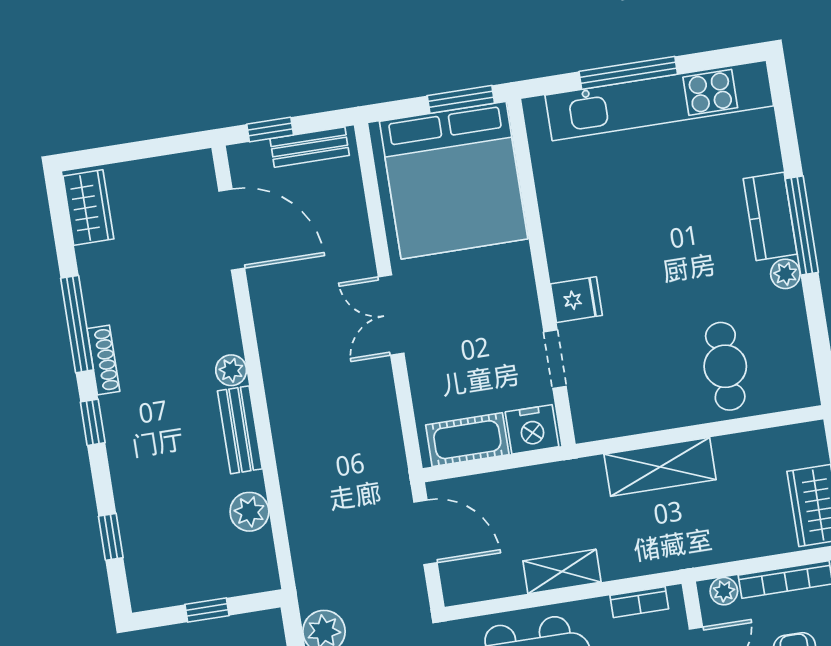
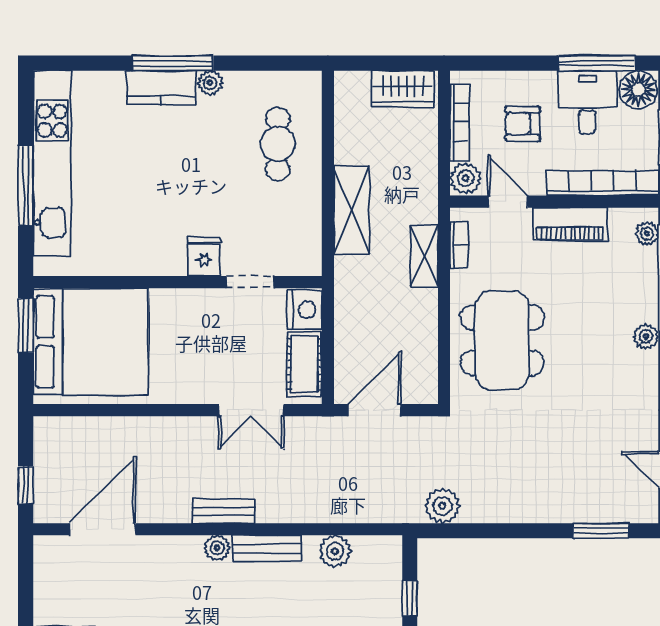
bench: (310, 147) -> (224, 511), moved, turned 90
double door: (391, 315) -> (251, 410), moved
cafe table: (725, 366) -> (278, 144), turned 90
shelving: (562, 571) -> (424, 256), moved
plant: (724, 591) -> (466, 178), width x1.38, depth x1.38

